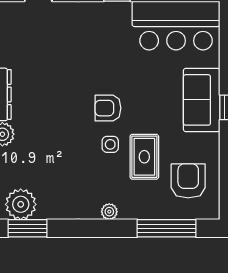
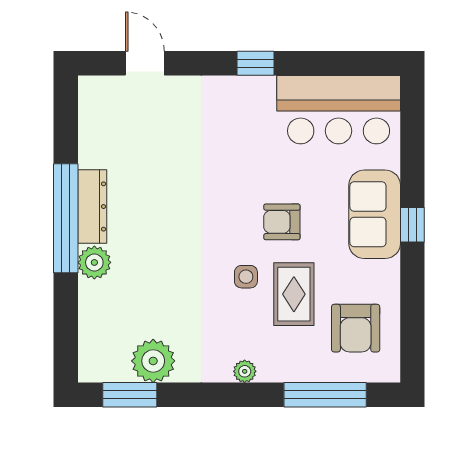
armchair: (108, 108) -> (282, 222), moved
armchair: (188, 181) -> (356, 328), turned 180
plant: (21, 204) -> (153, 361), moved

